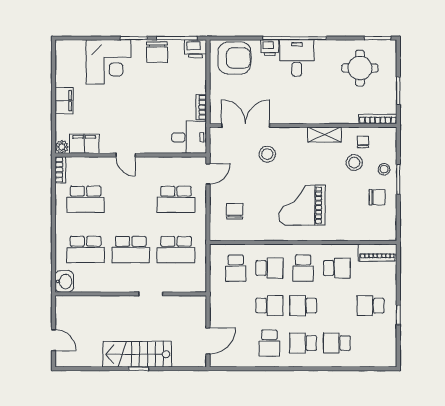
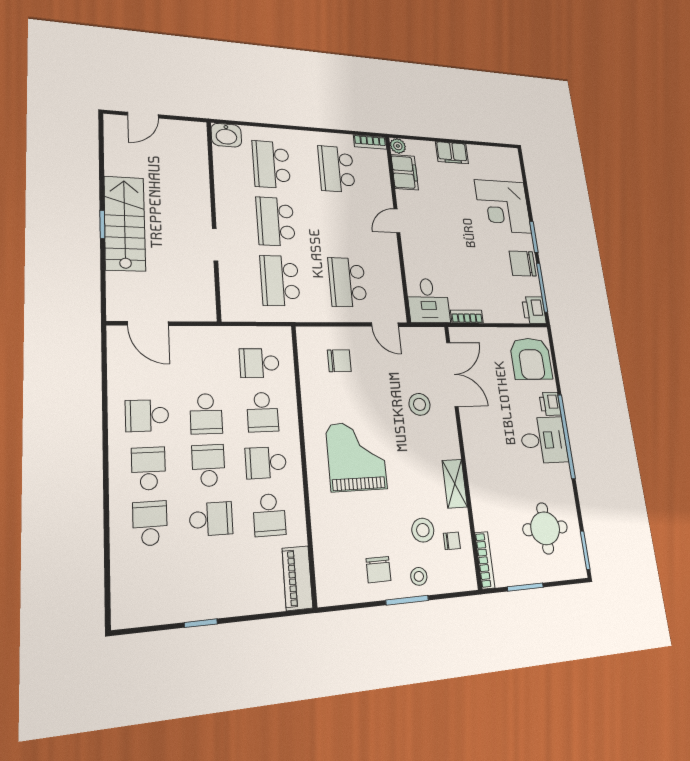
school desk: (371, 306) -> (211, 519), moved, turned 90

